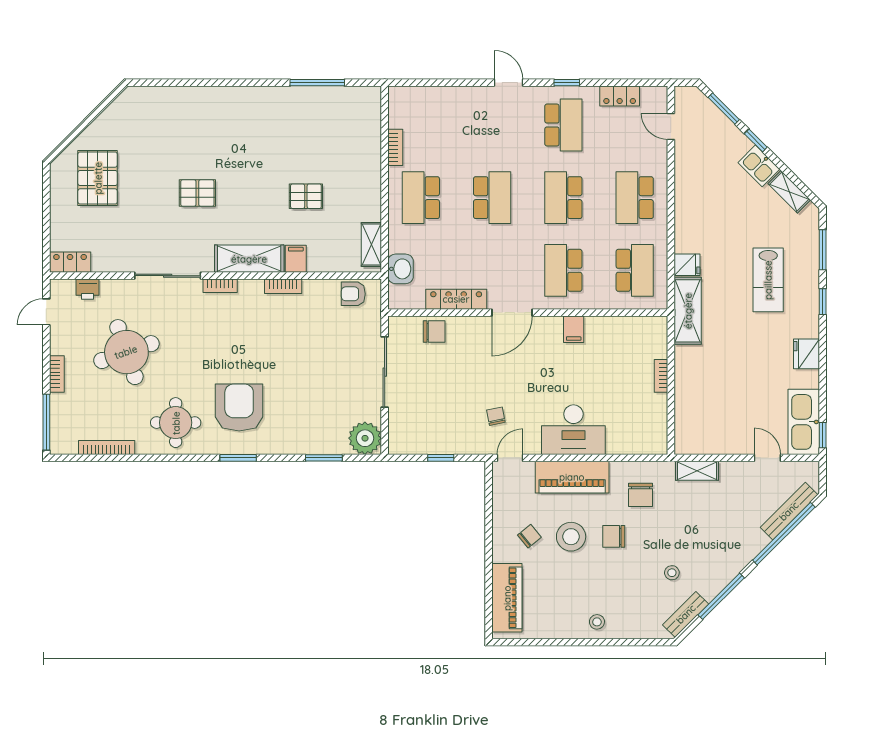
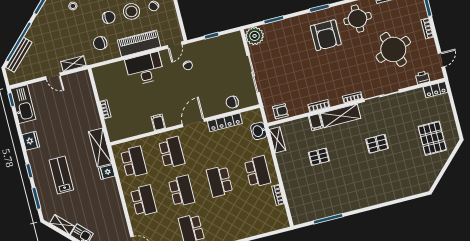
school desk: (635, 270) -> (134, 162), turned 180
door: (767, 458) -> (53, 76), moved
chair: (640, 495) -> (100, 43), turned -95

